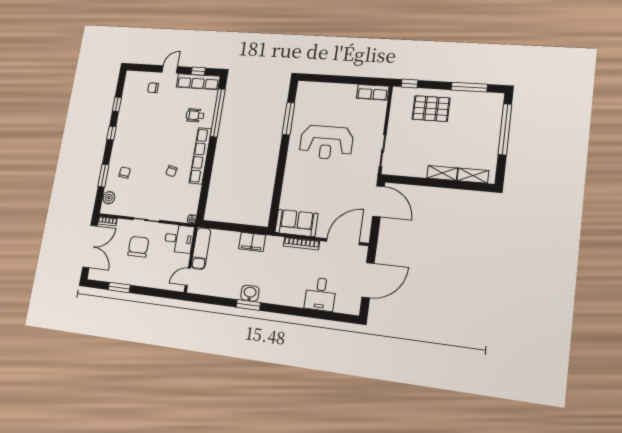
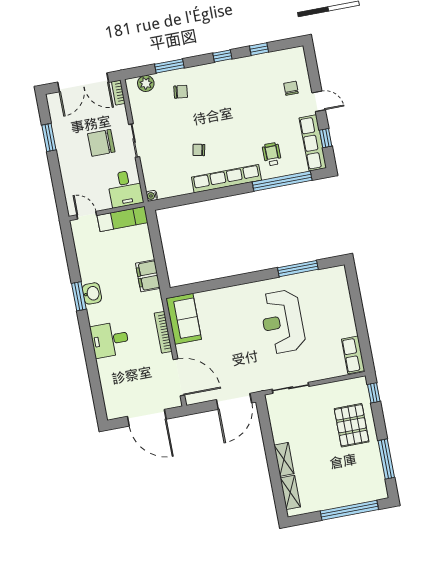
chair: (138, 247) -> (101, 143), turned 180
desk: (320, 294) -> (110, 340), moved

